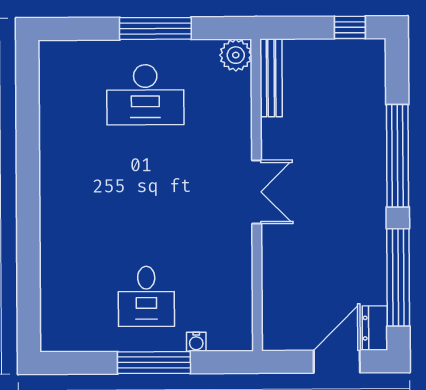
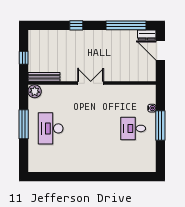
window: (350, 27) -> (24, 58), moved
desk: (145, 95) -> (51, 128), turned 180
window: (398, 156) -> (76, 25), width x0.32
desk: (146, 296) -> (133, 128), turned 180

